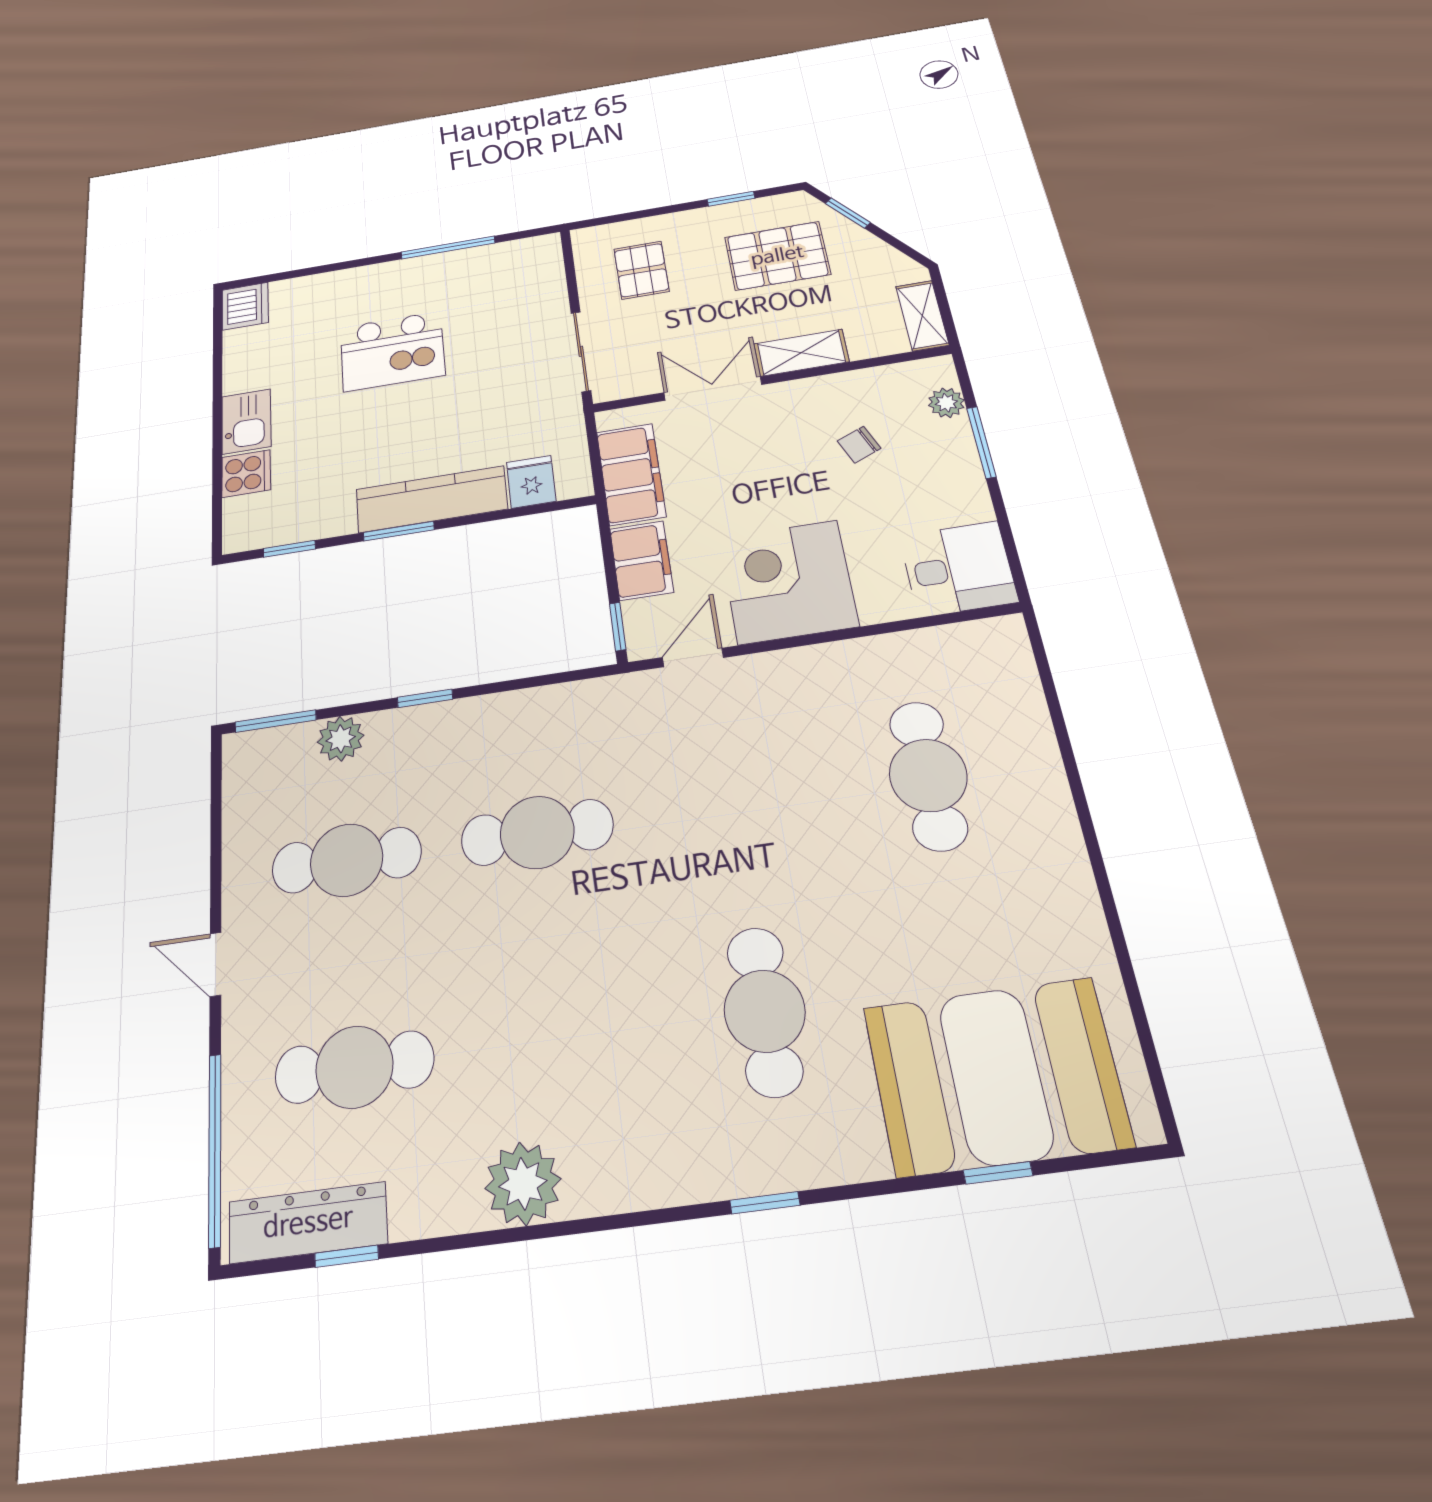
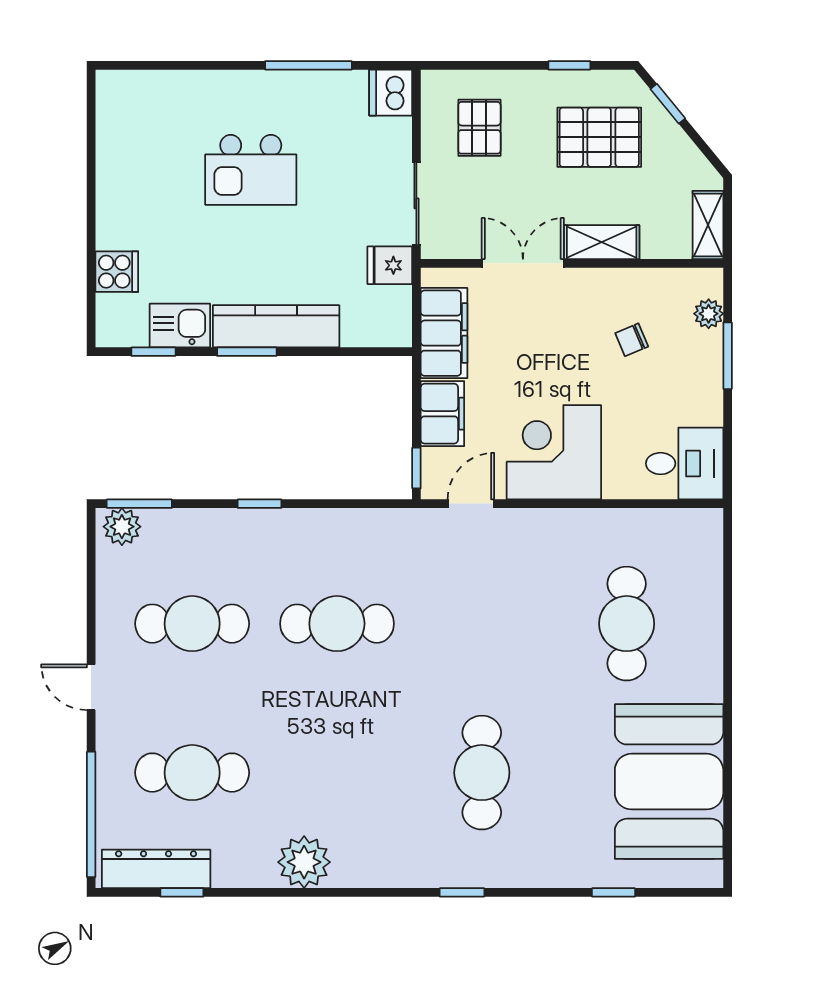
dishwasher: (245, 306) -> (391, 93), moved, turned 180
kitchen sink: (246, 421) -> (180, 326), moved, turned -90
fridge: (531, 482) -> (390, 265), moved, turned -90
plant: (341, 739) -> (122, 527), moved
booth: (996, 1076) -> (669, 782), moved, turned 90

